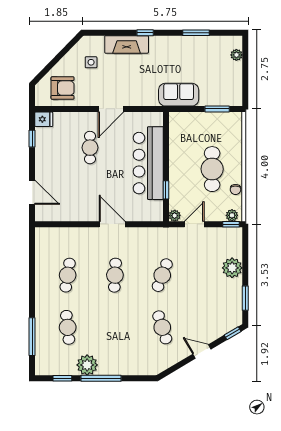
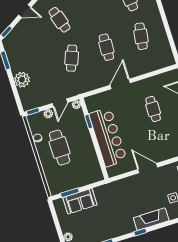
sofa: (179, 95) -> (80, 201), moved
door: (111, 109) -> (148, 168), hinge flipped
cafe table: (90, 148) -> (153, 109), moved
plant: (232, 215) -> (48, 114), moved
door: (112, 224) -> (120, 84), swing flipped

